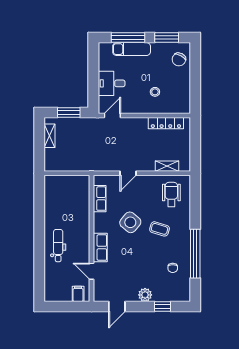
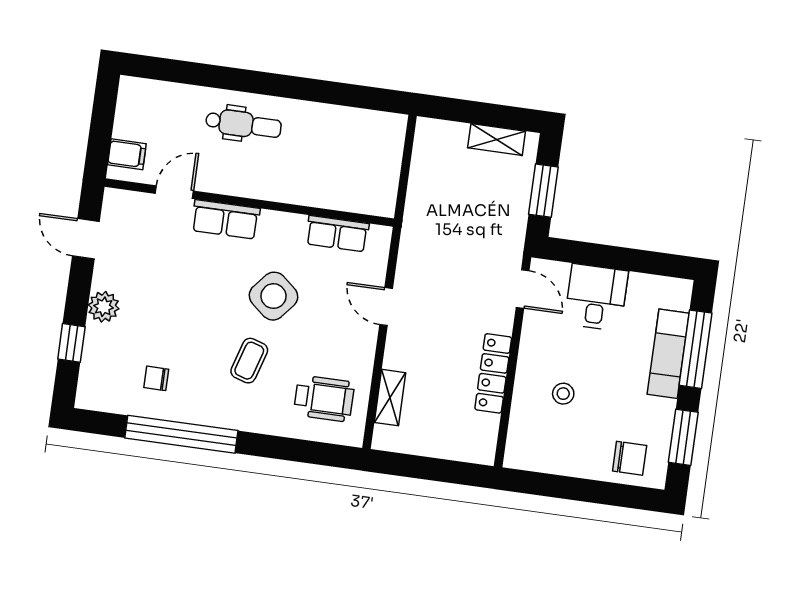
chair: (179, 59) -> (630, 458), turned 151
locker: (166, 123) -> (493, 373), moved

